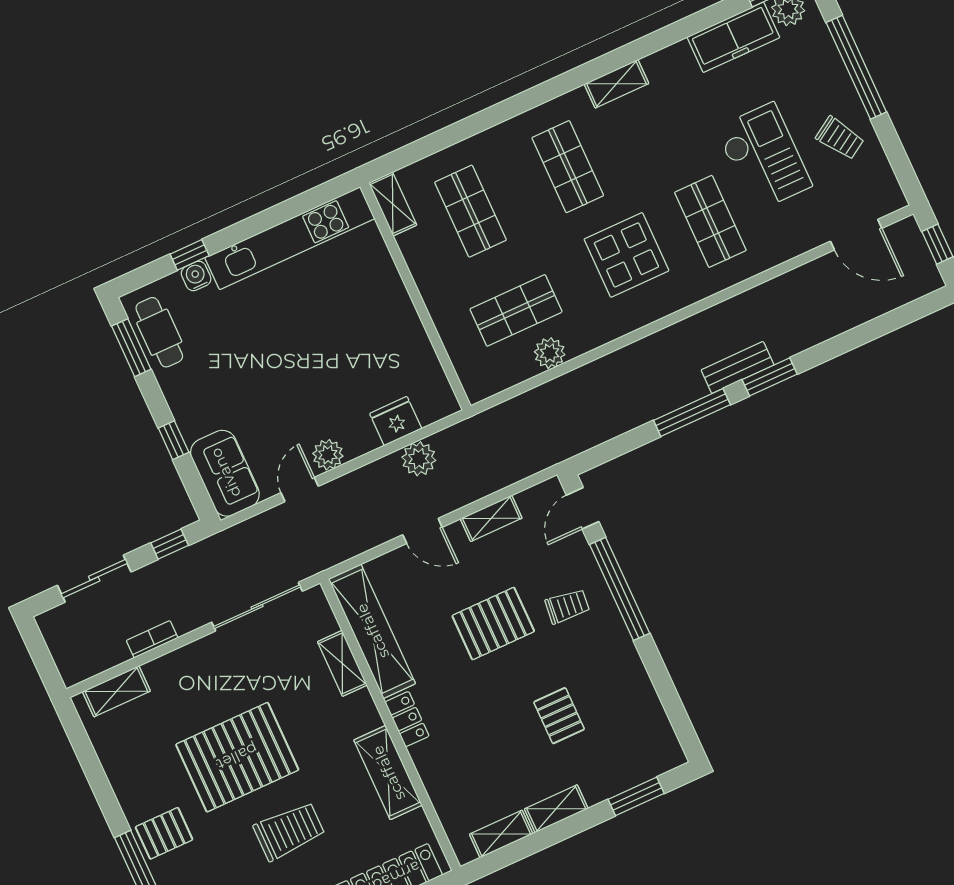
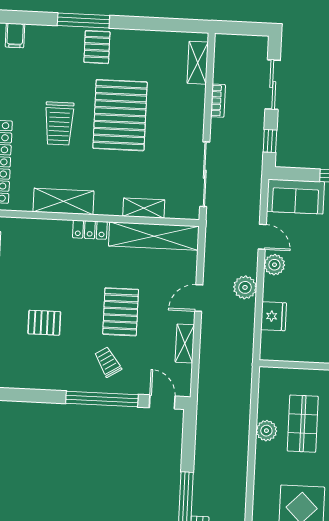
plant: (419, 459) -> (245, 287), moved
trolley: (567, 606) -> (108, 362), turned 142

